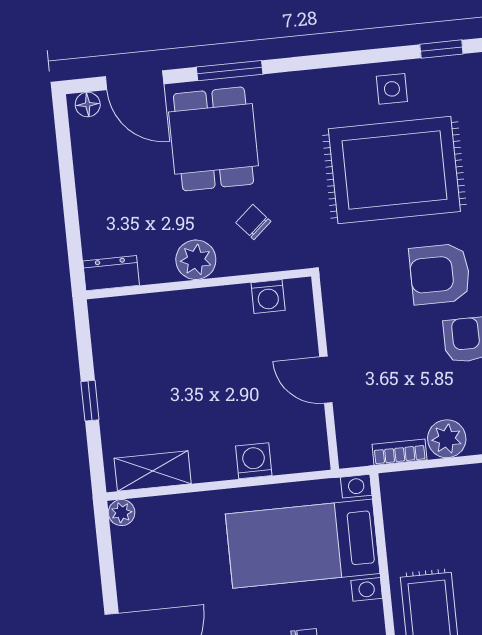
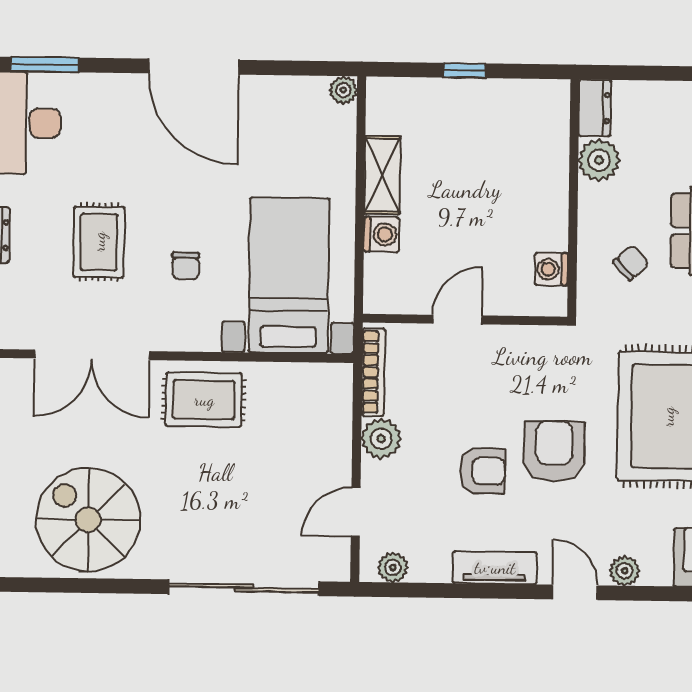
plant: (196, 260) -> (599, 160), moved
bookcase: (399, 452) -> (373, 372), width x1.56
shelving: (153, 471) -> (382, 175), moved

